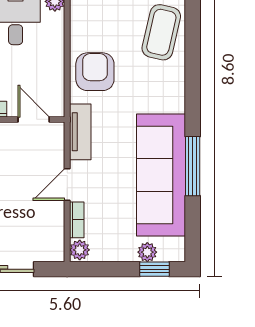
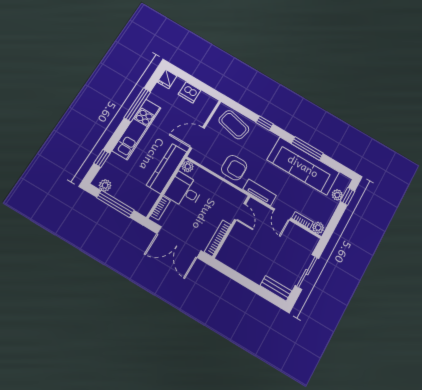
armchair: (95, 72) -> (234, 168), turned 180
window: (193, 78) -> (264, 123), added
door: (34, 119) -> (240, 212), swing flipped

